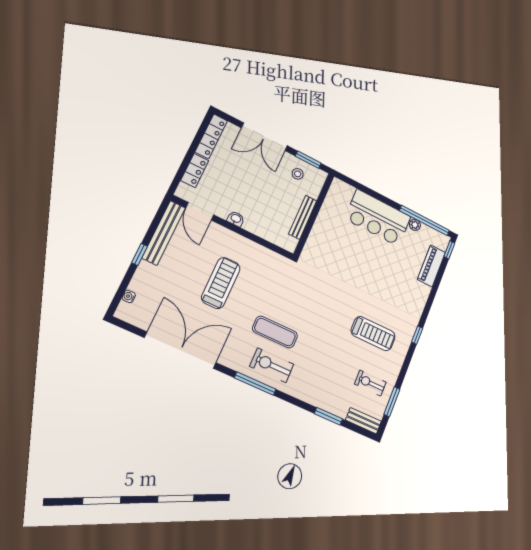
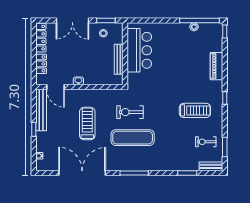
bar counter: (378, 218) -> (139, 50), moved, turned -90
piano: (431, 266) -> (217, 66), moved
exercise mat: (275, 332) -> (133, 138), width x1.36, depth x1.45
exercise bike: (272, 365) -> (130, 112), moved

